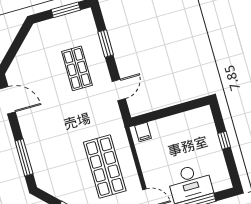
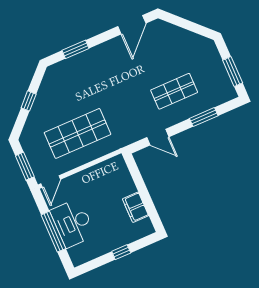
filing cabinet: (143, 132) -> (136, 207), moved, width x2.00
window: (24, 157) -> (76, 49), width x0.69

